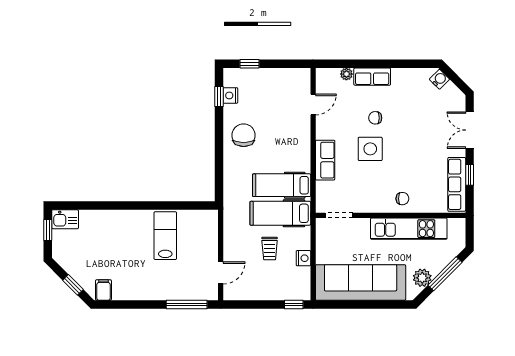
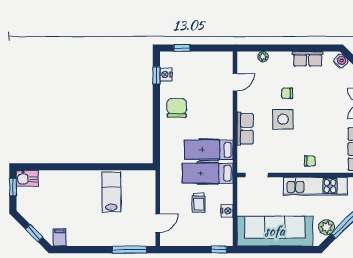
row of seats: (372, 77) -> (308, 59), moved

